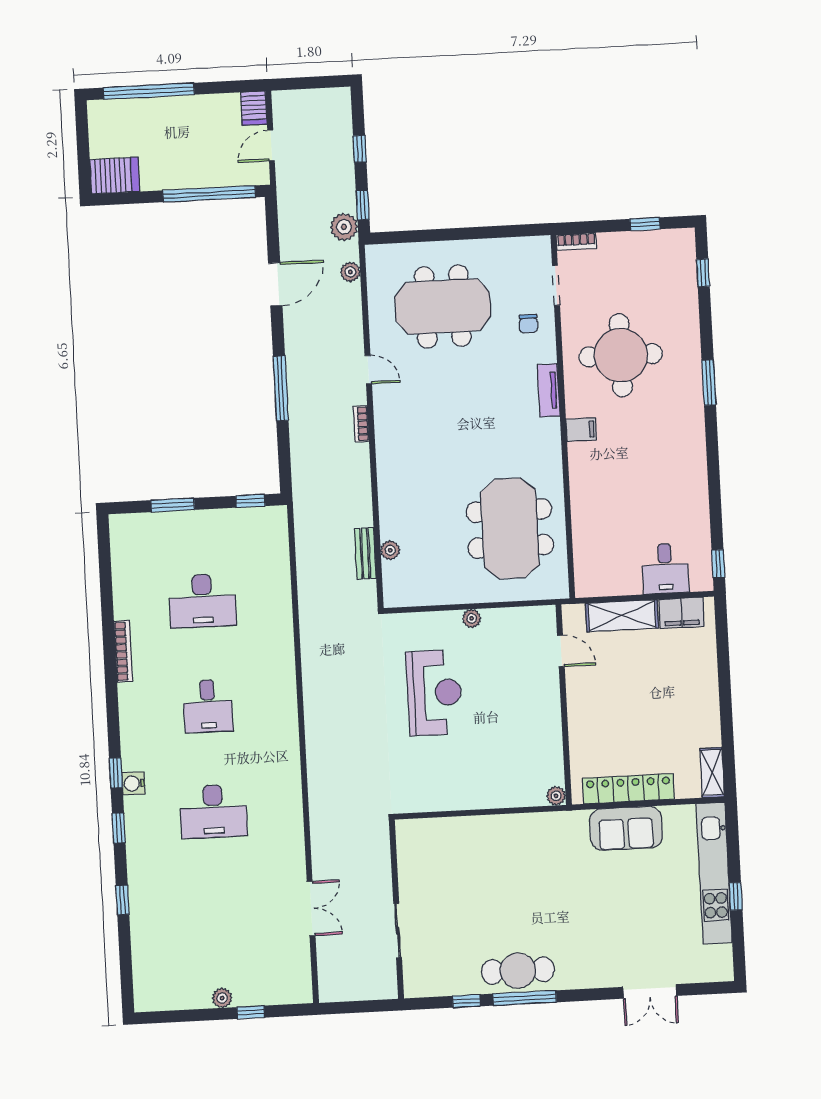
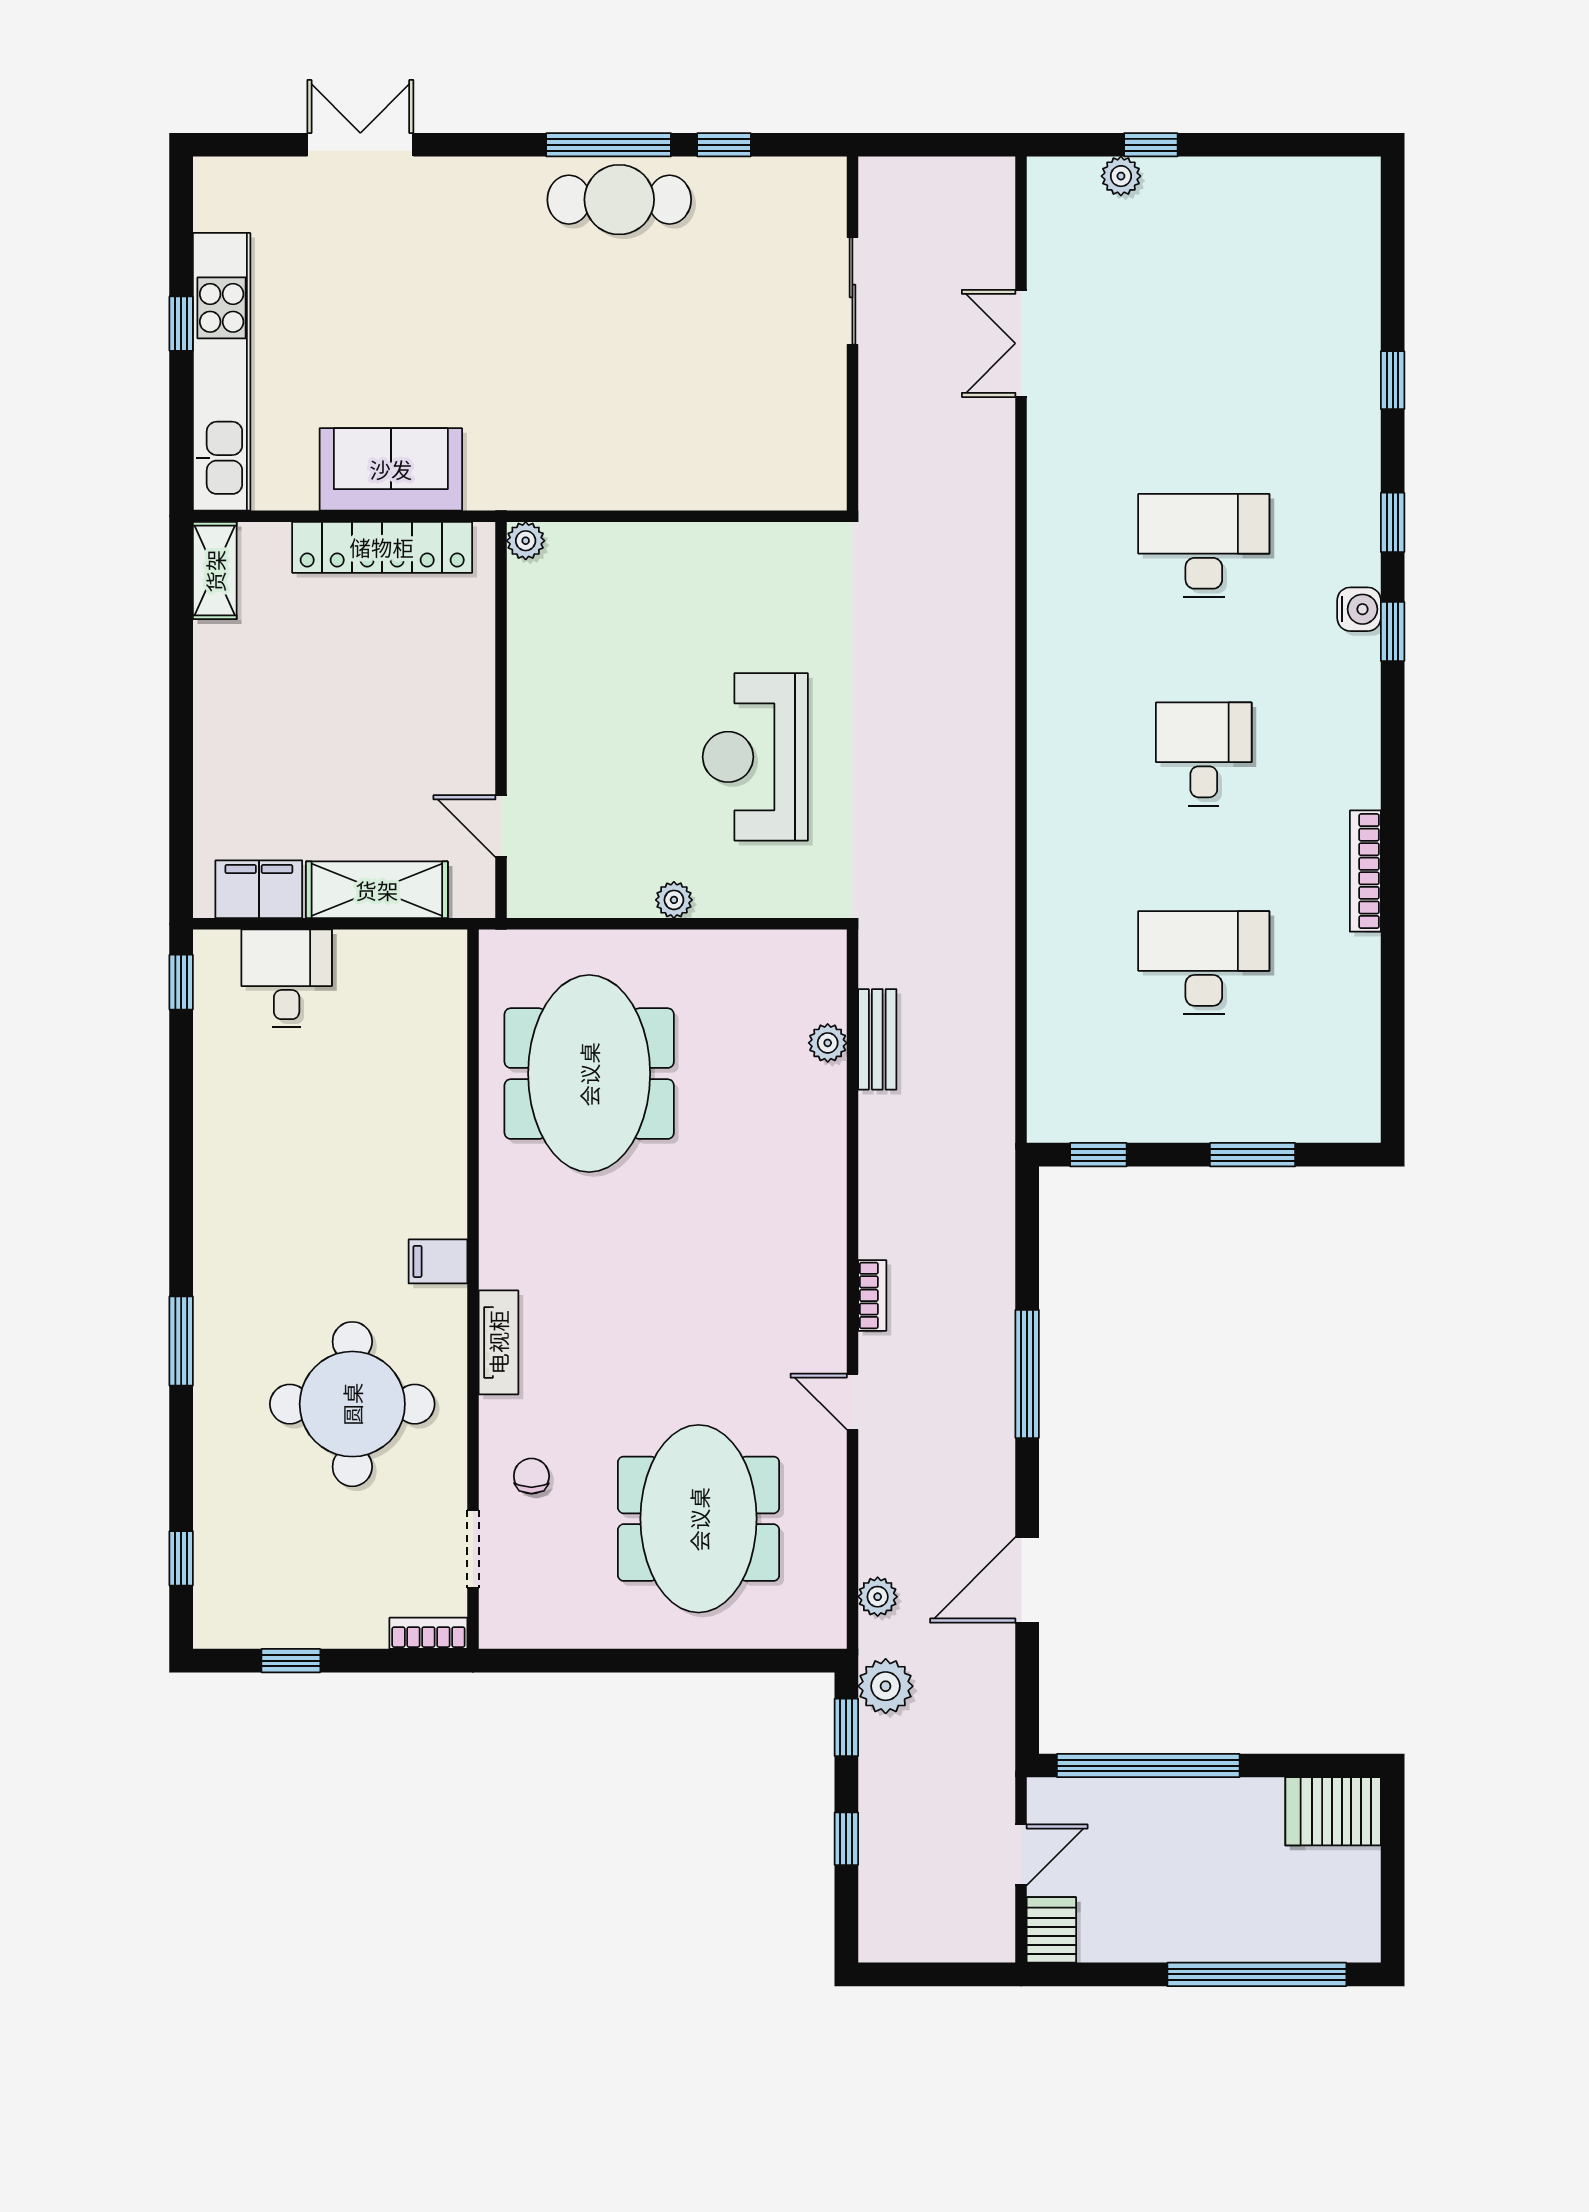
meeting table: (443, 307) -> (699, 1519), turned 90
plant: (222, 998) -> (1121, 176), moved

